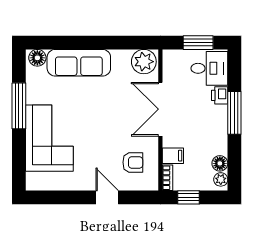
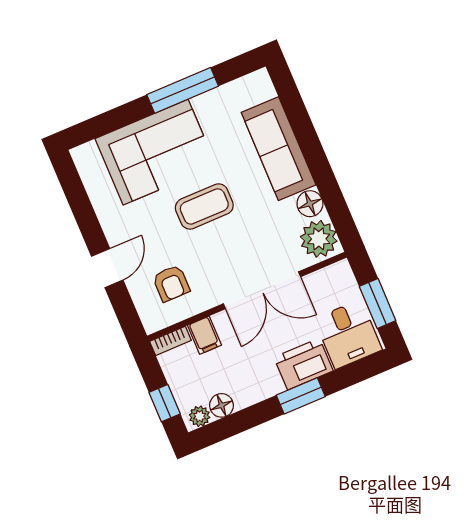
floor lamp: (37, 58) -> (310, 204), moved
printer: (220, 95) -> (303, 364), width x1.87, depth x1.48
double door: (160, 109) -> (262, 290), swing flipped
window: (234, 113) -> (301, 396), width x0.69
coffee table: (95, 123) -> (204, 206), added
window: (189, 197) -> (165, 403), moved

